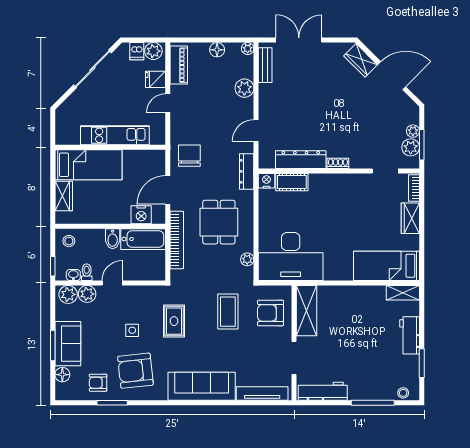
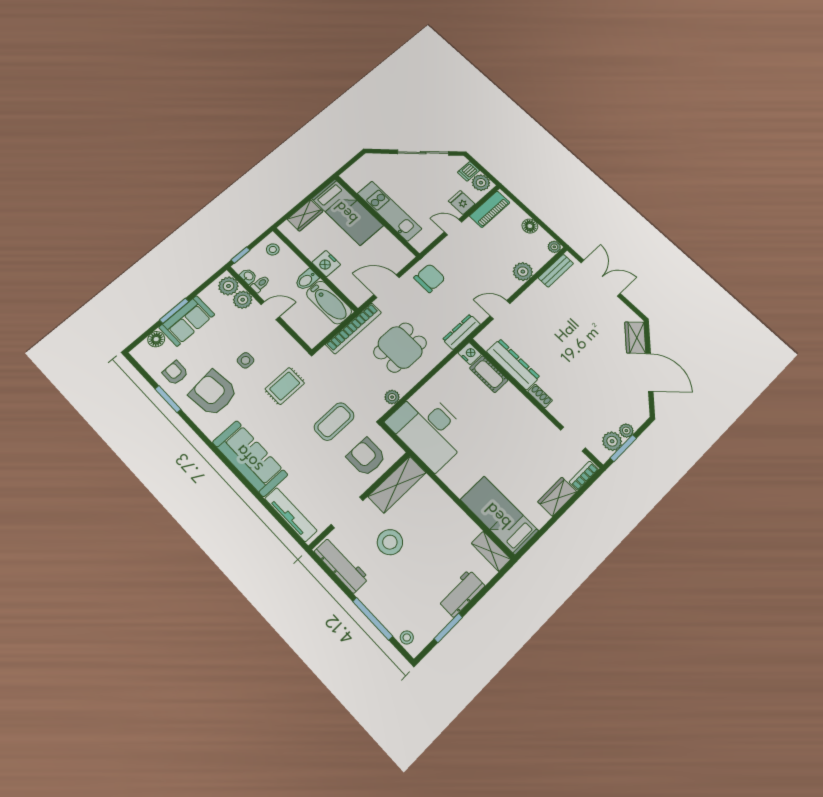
nightstand: (141, 215) -> (326, 263), moved
stool: (338, 349) -> (390, 542), added

